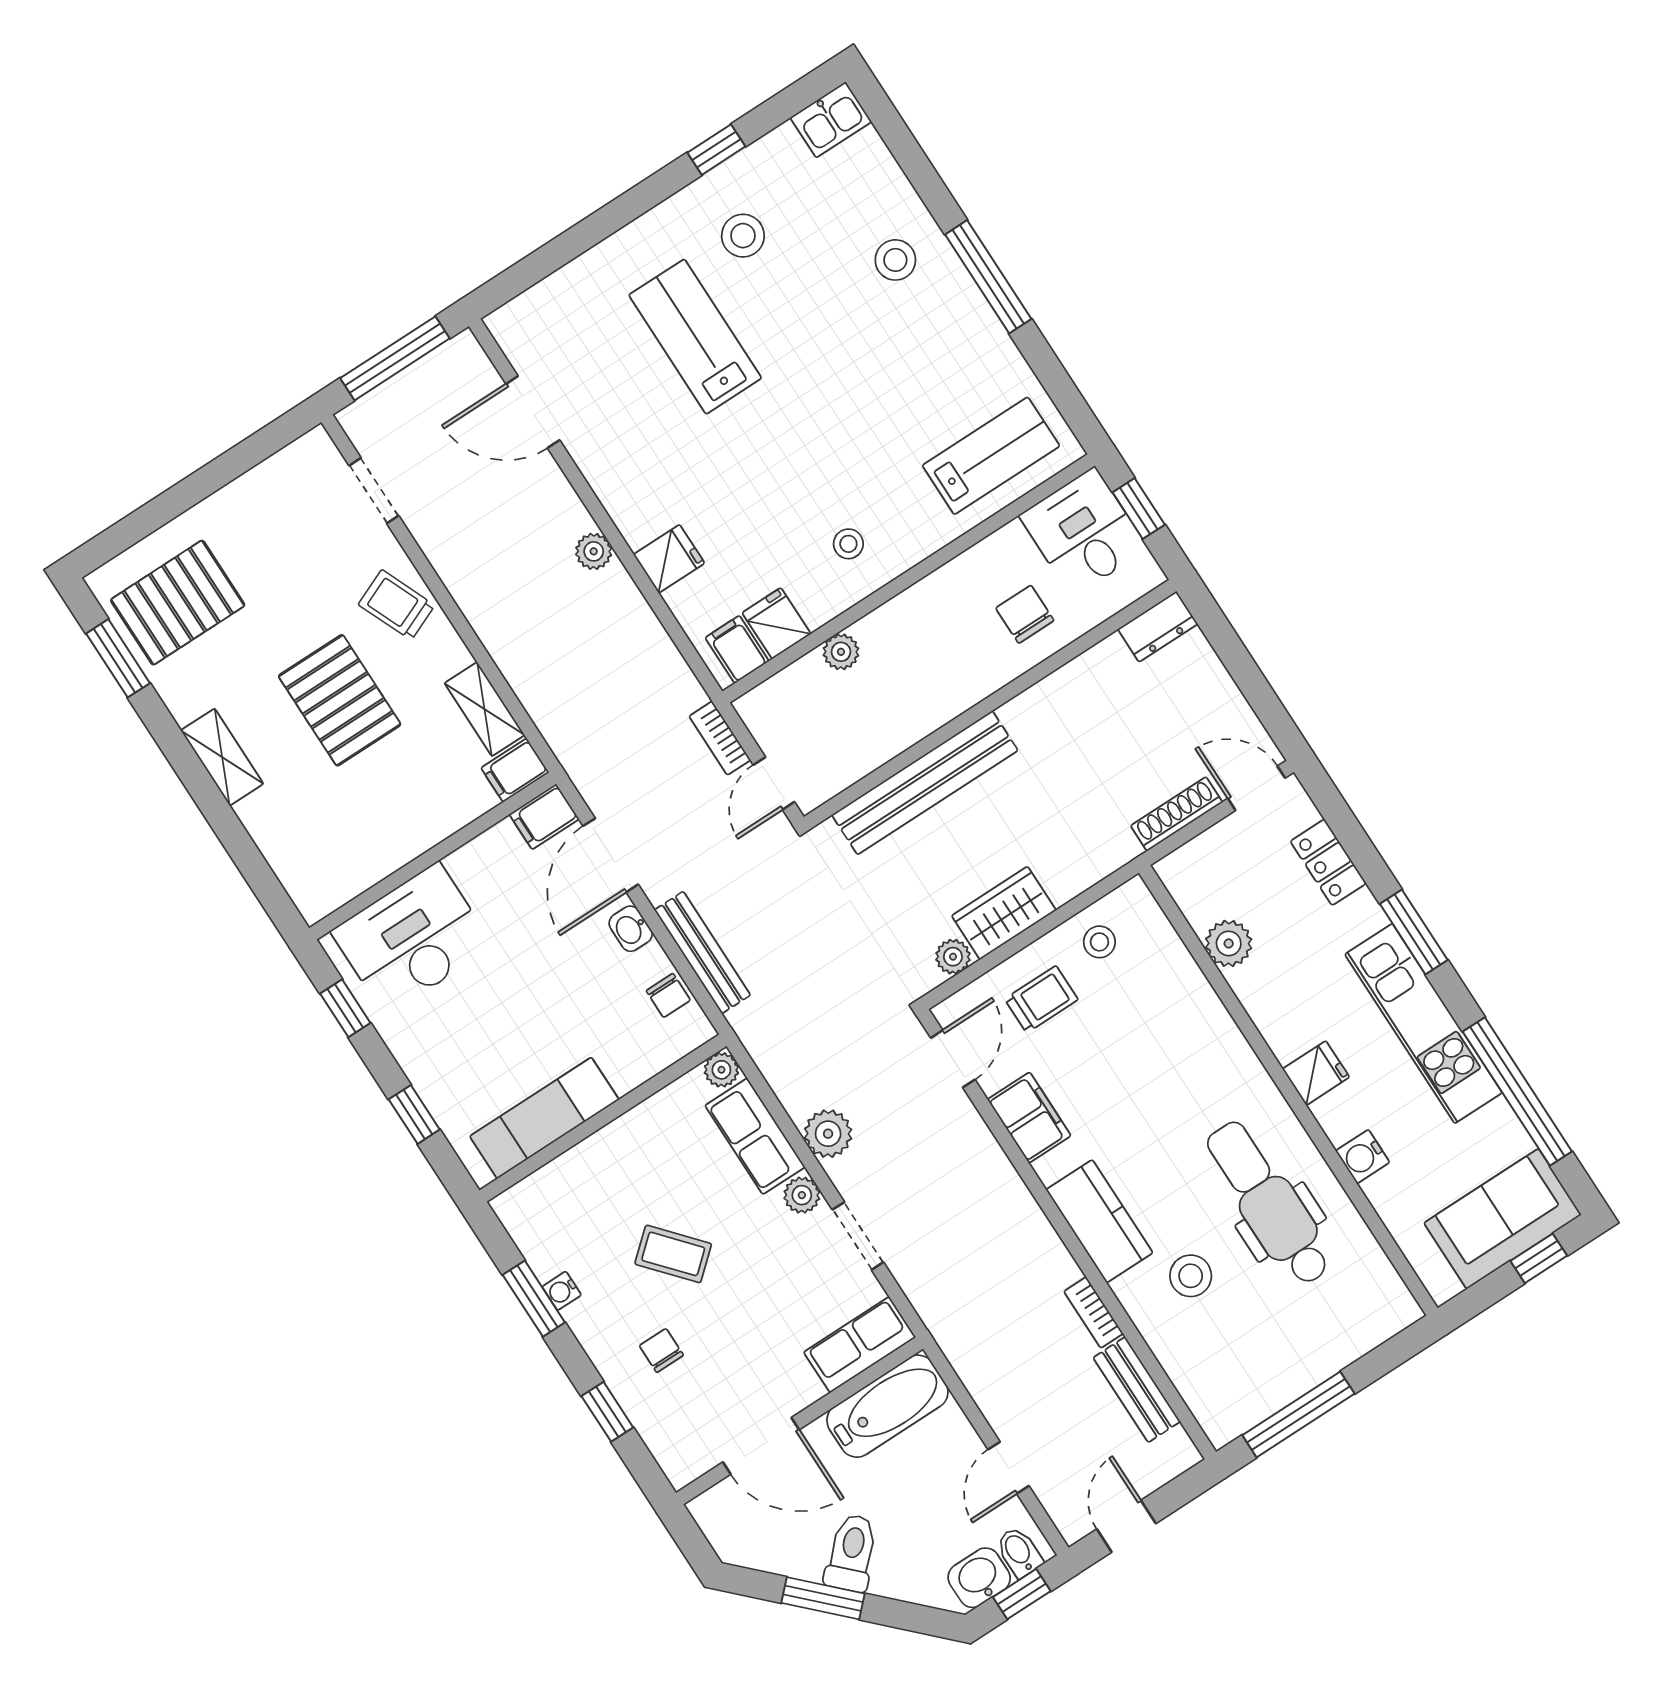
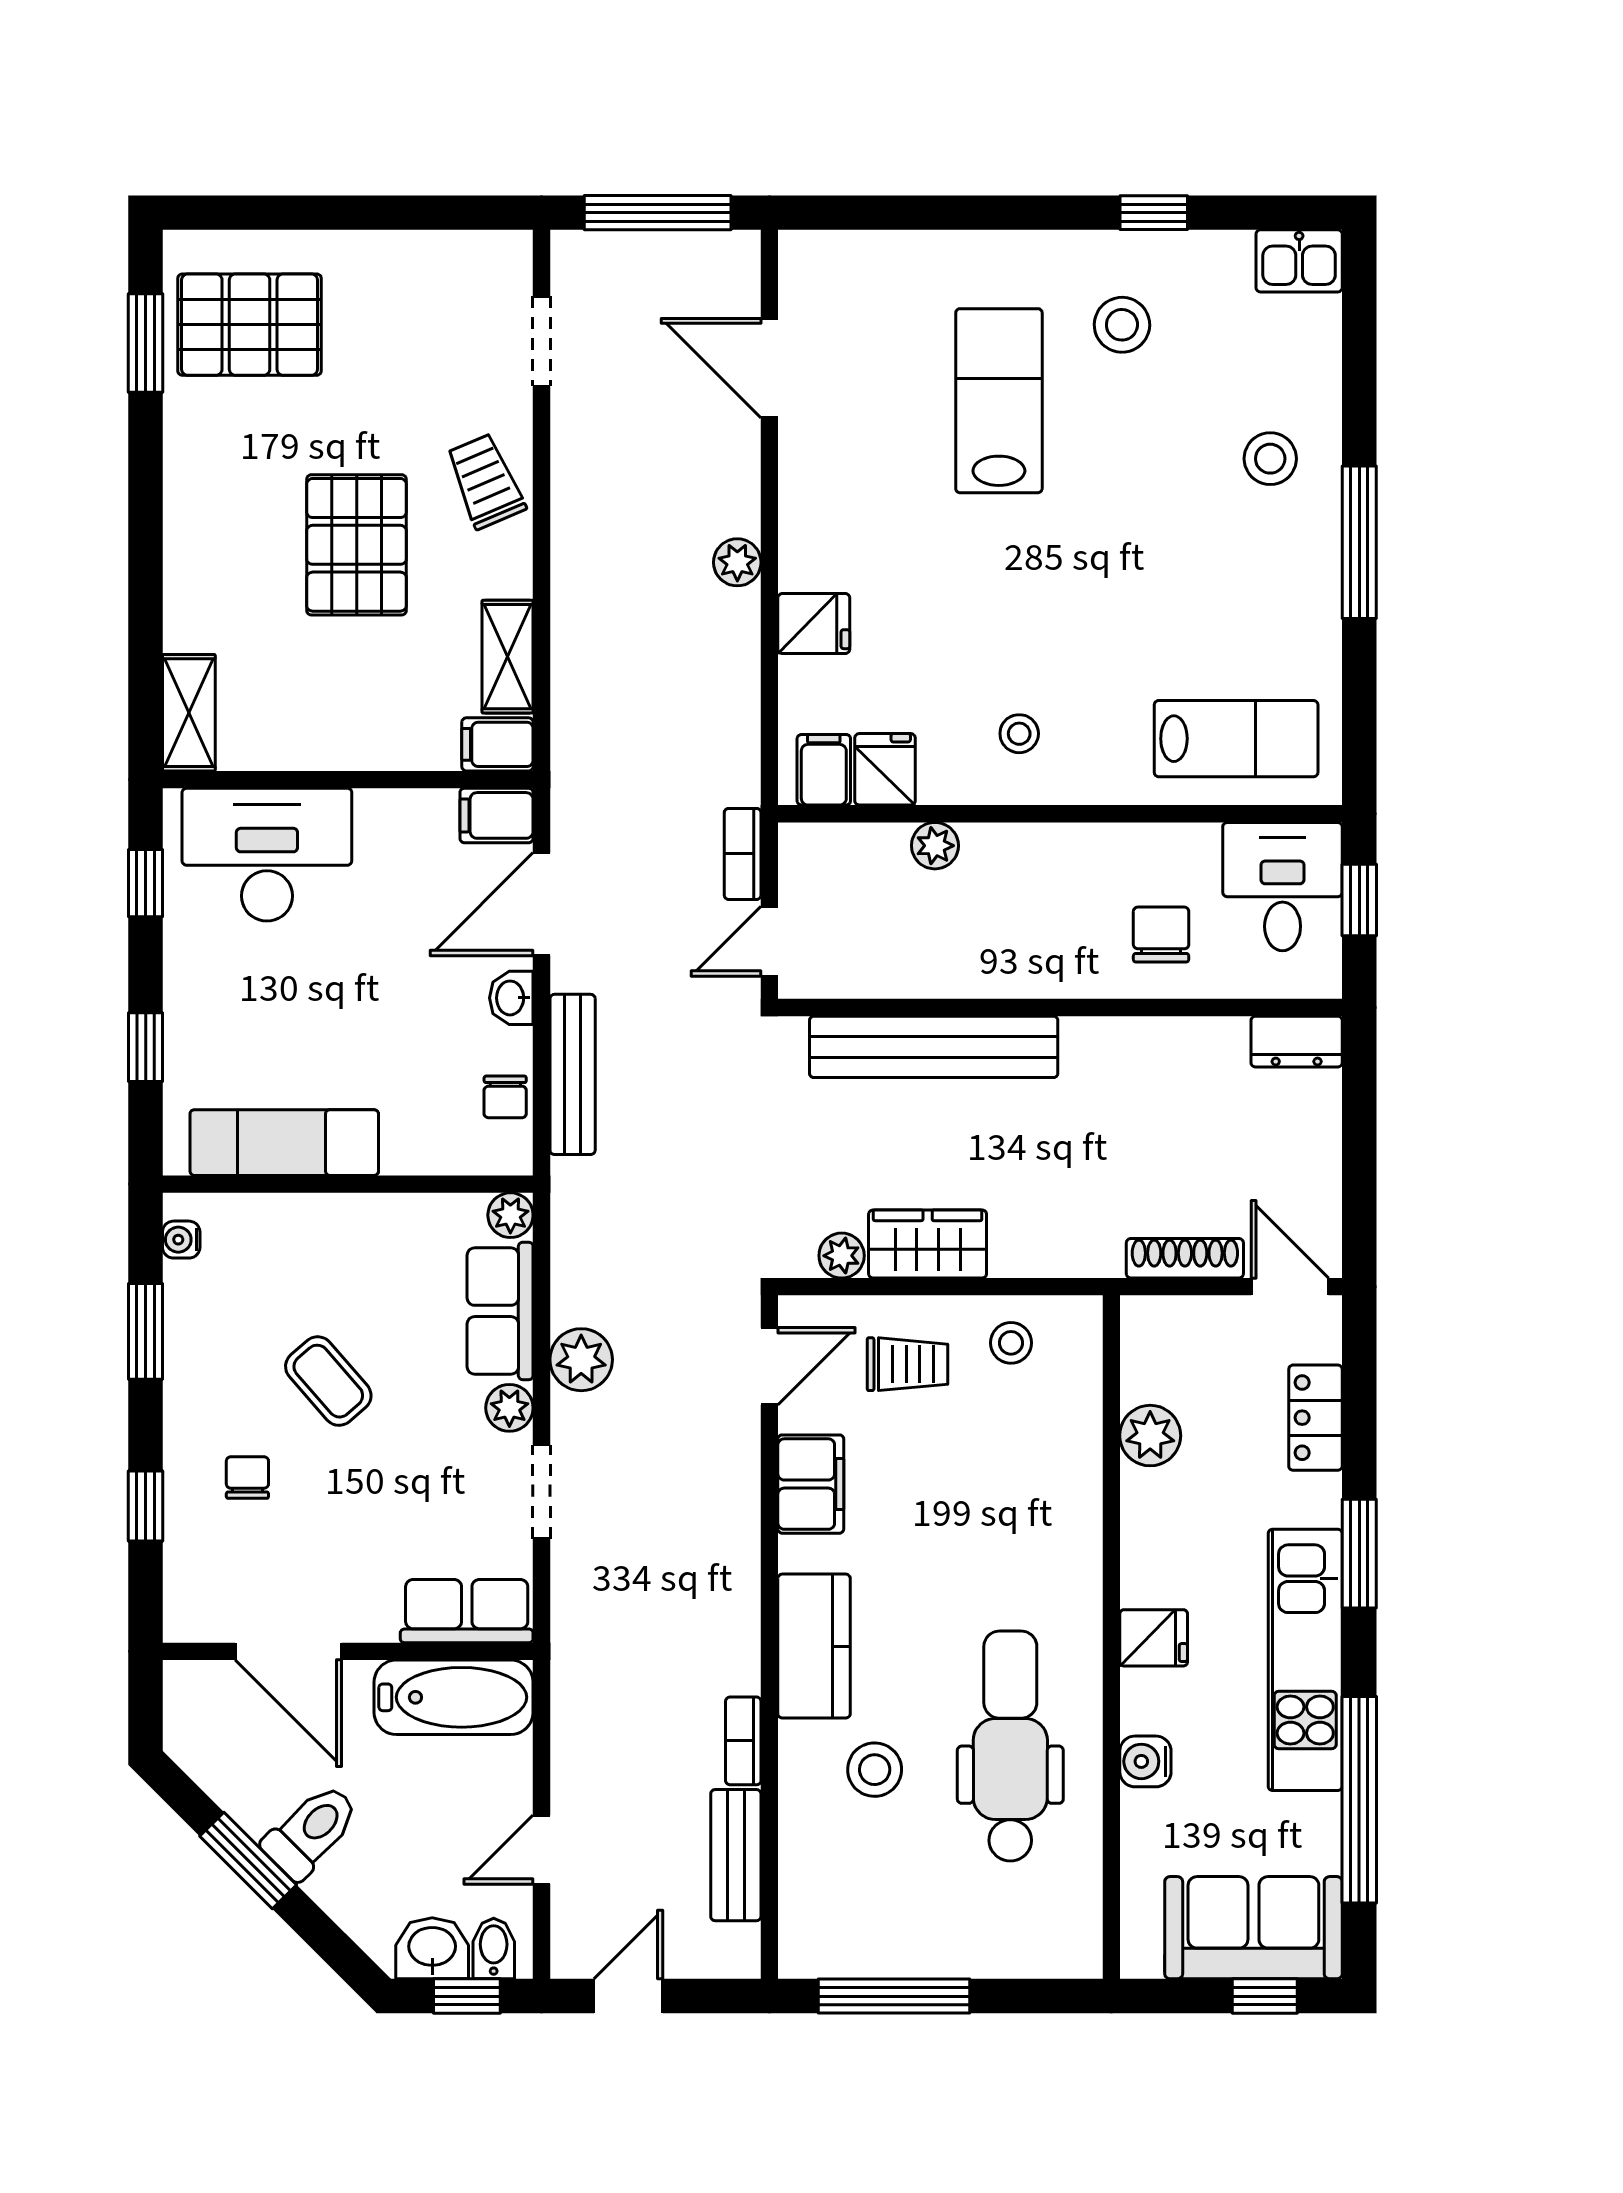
shelving: (222, 757) -> (189, 713), moved
water cooler: (562, 1291) -> (181, 1240), moved

